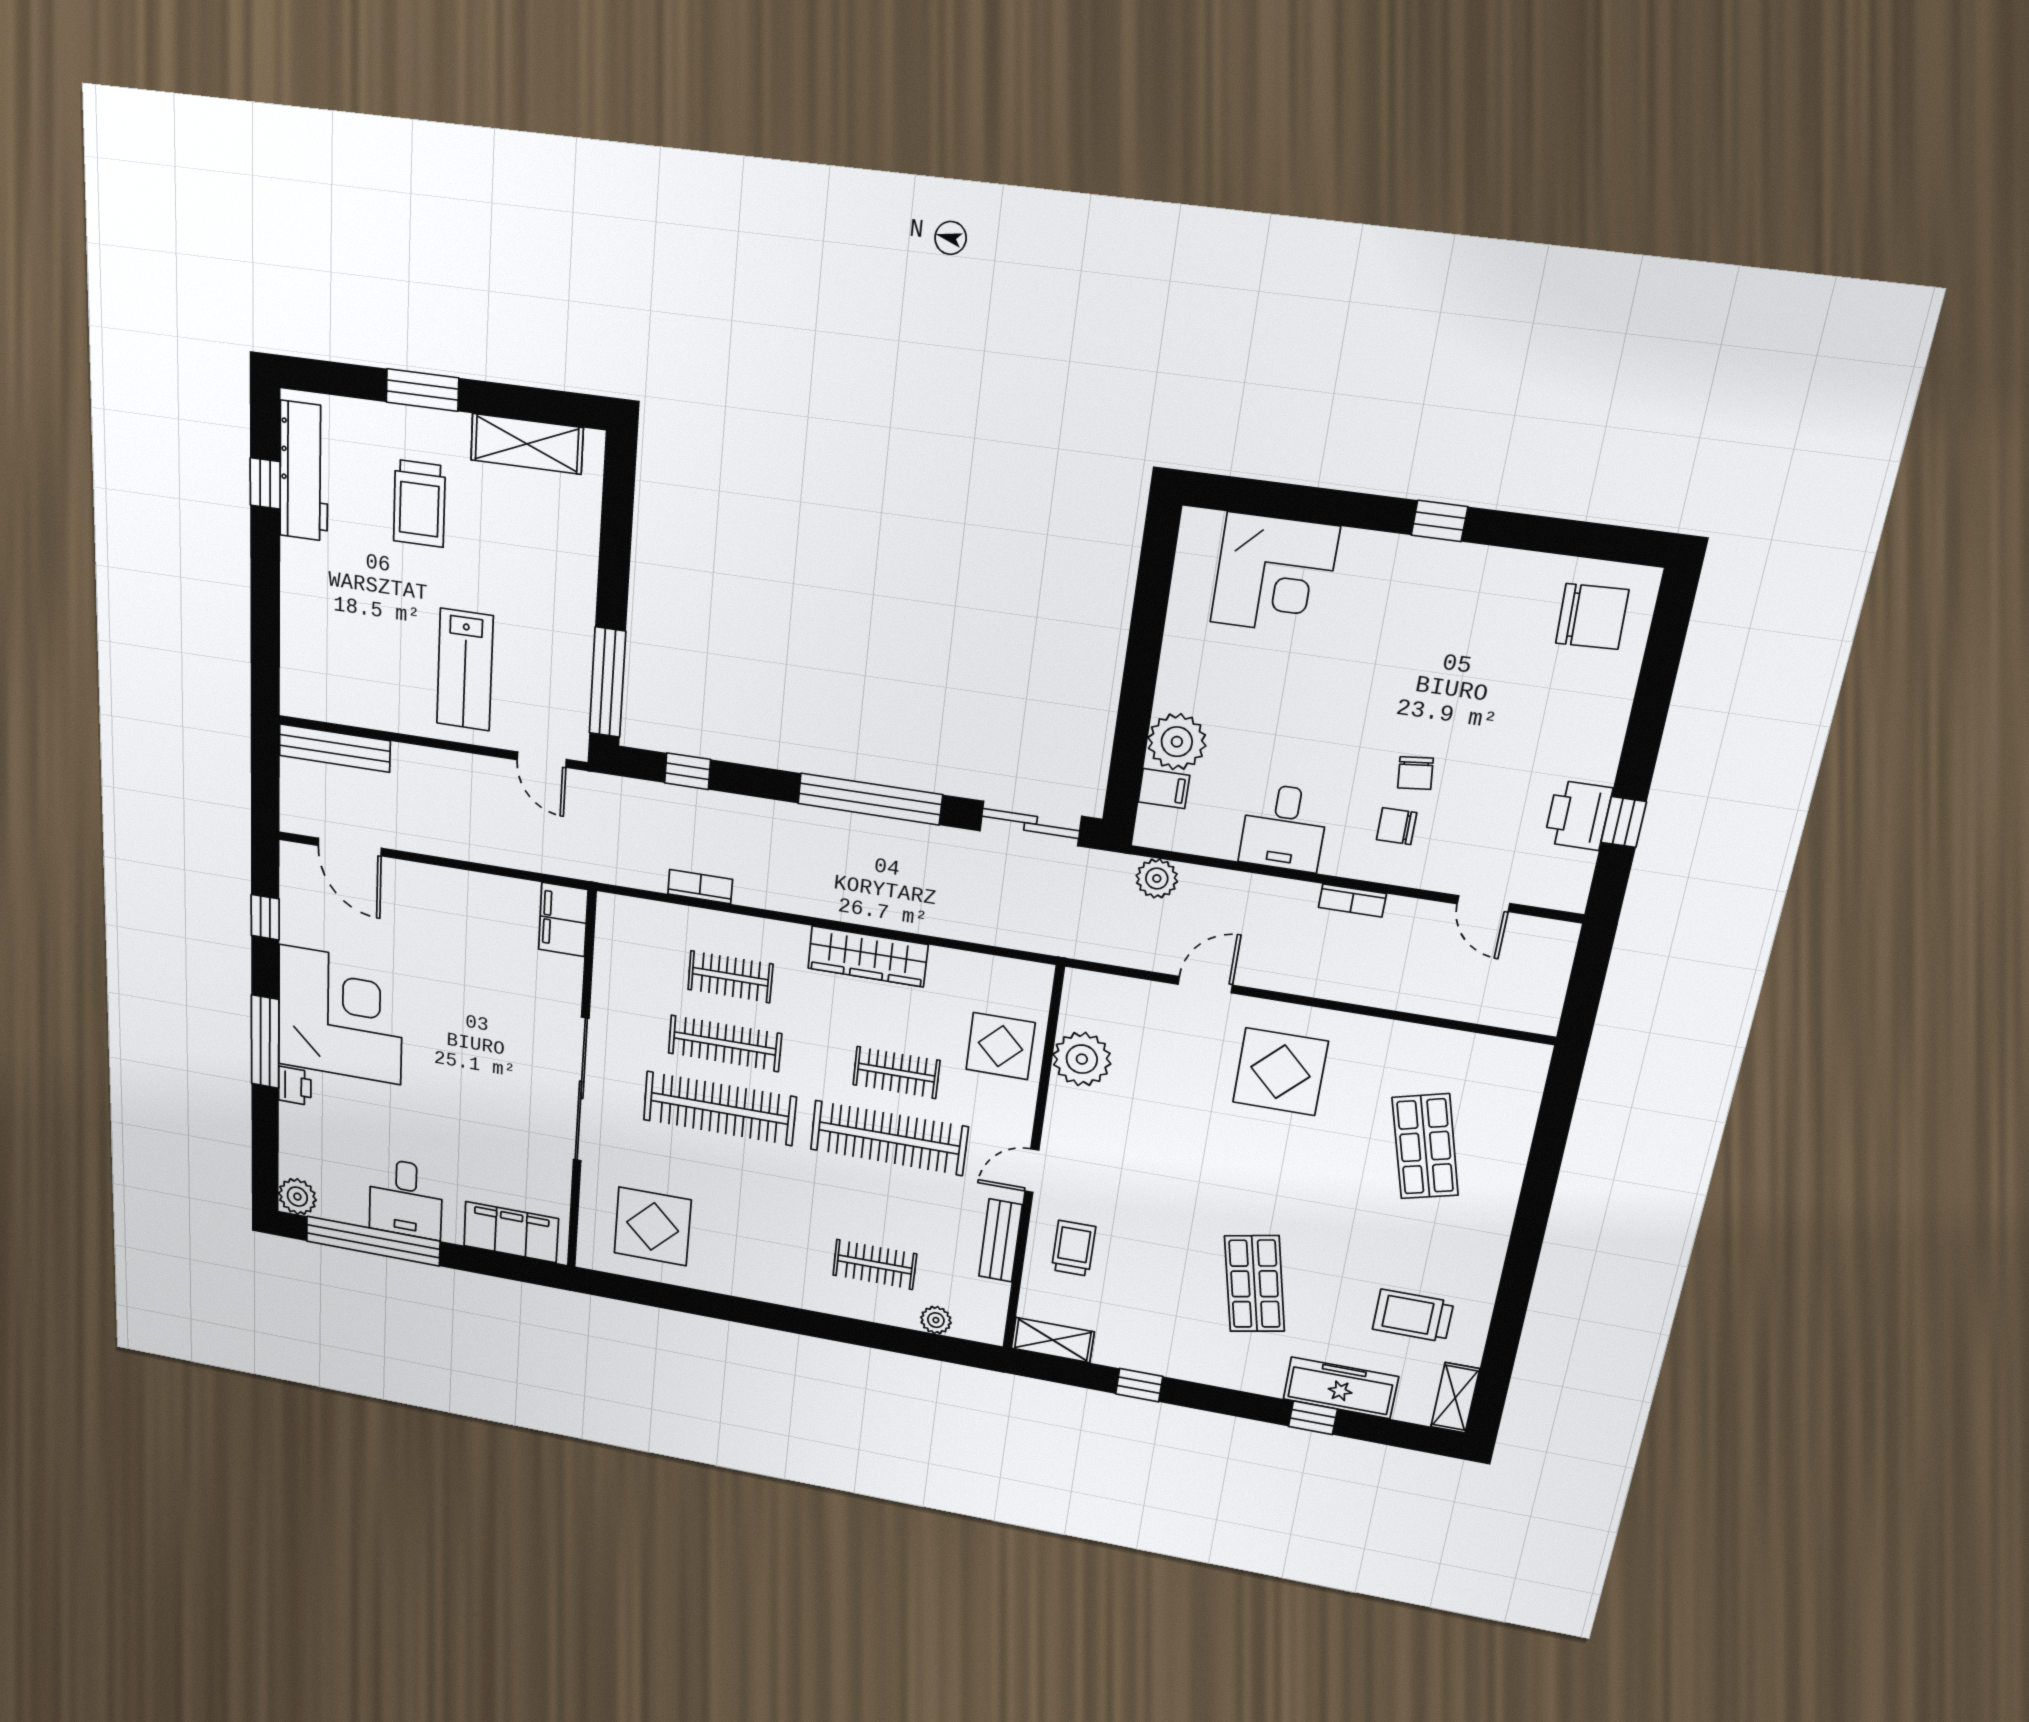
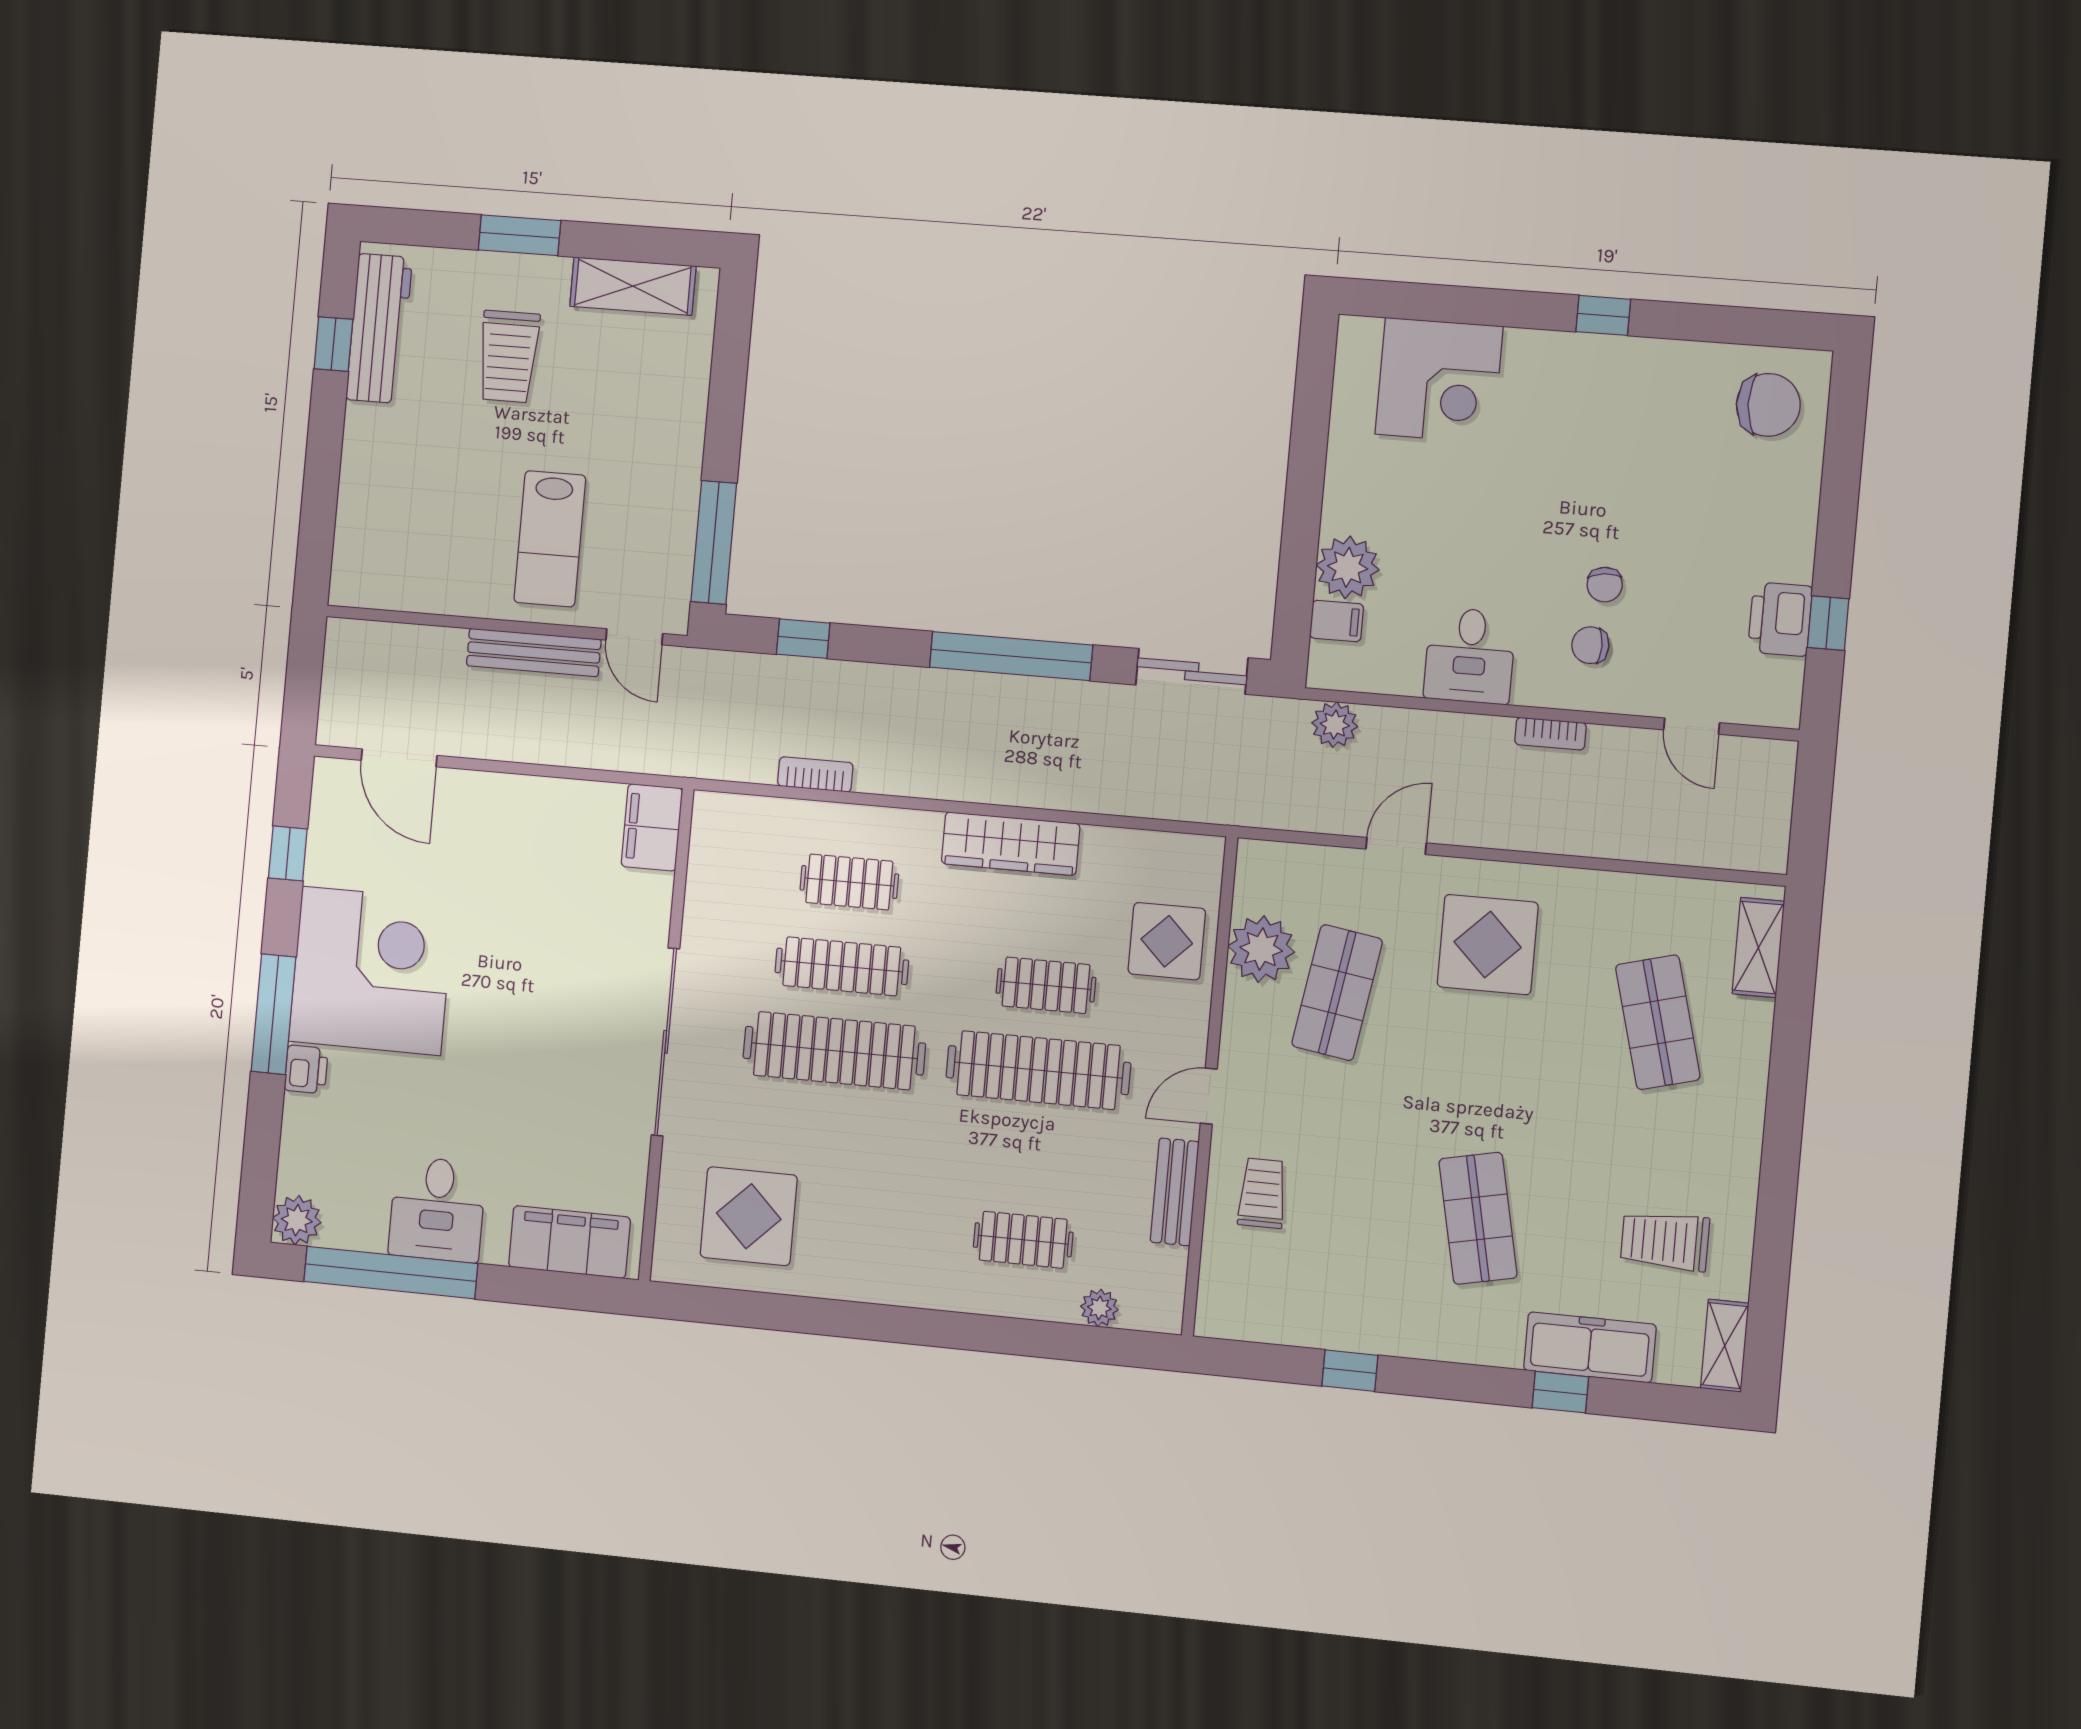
bench: (335, 748) -> (534, 652), moved
shop shelf: (1146, 1099) -> (1337, 993), added
shelving: (1053, 1340) -> (1758, 948), moved, turned 90

